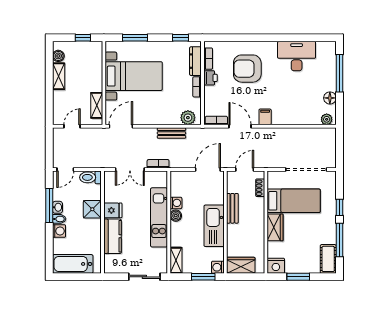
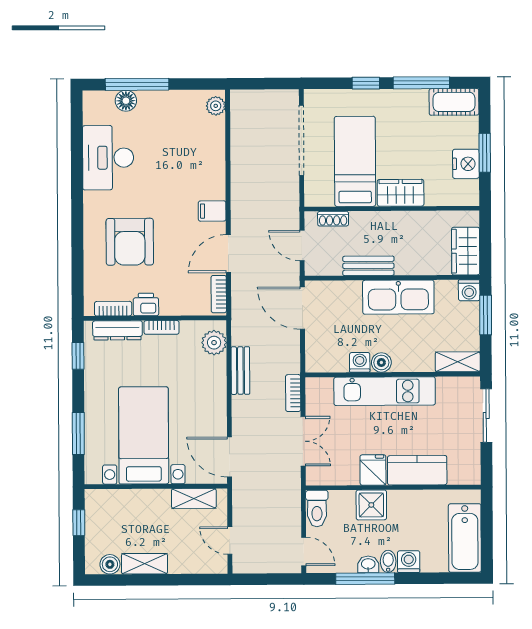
floor lamp: (330, 98) -> (126, 101), moved
nightstand: (276, 266) -> (466, 164), moved

